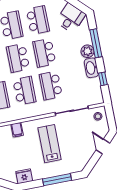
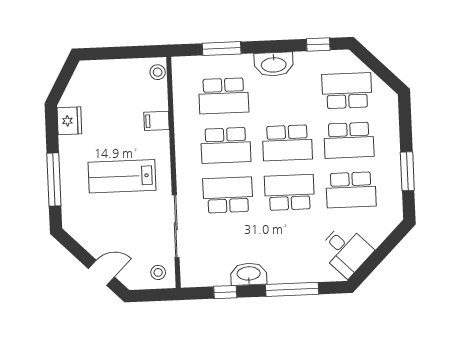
plant: (88, 51) -> (280, 272), removed
school desk: (18, 58) -> (287, 143), turned 180
lab bench: (50, 144) -> (122, 176), turned 180

